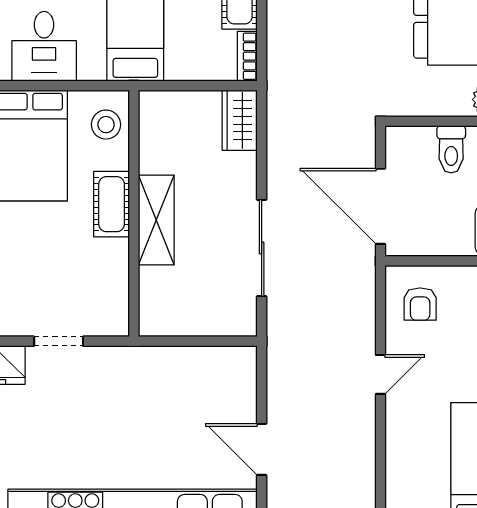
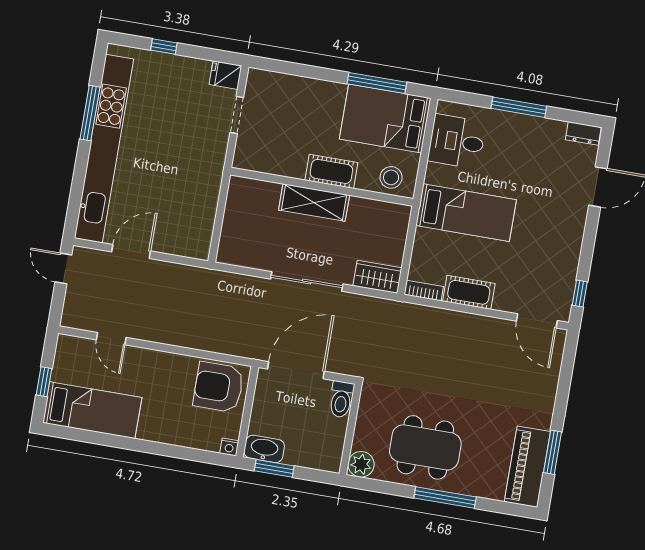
toilet: (451, 149) -> (341, 399), moved, turned -90
sliding door: (262, 248) -> (307, 281), moved
armchair: (420, 304) -> (219, 387), width x1.88, depth x1.88
door: (381, 374) -> (111, 339), moved

